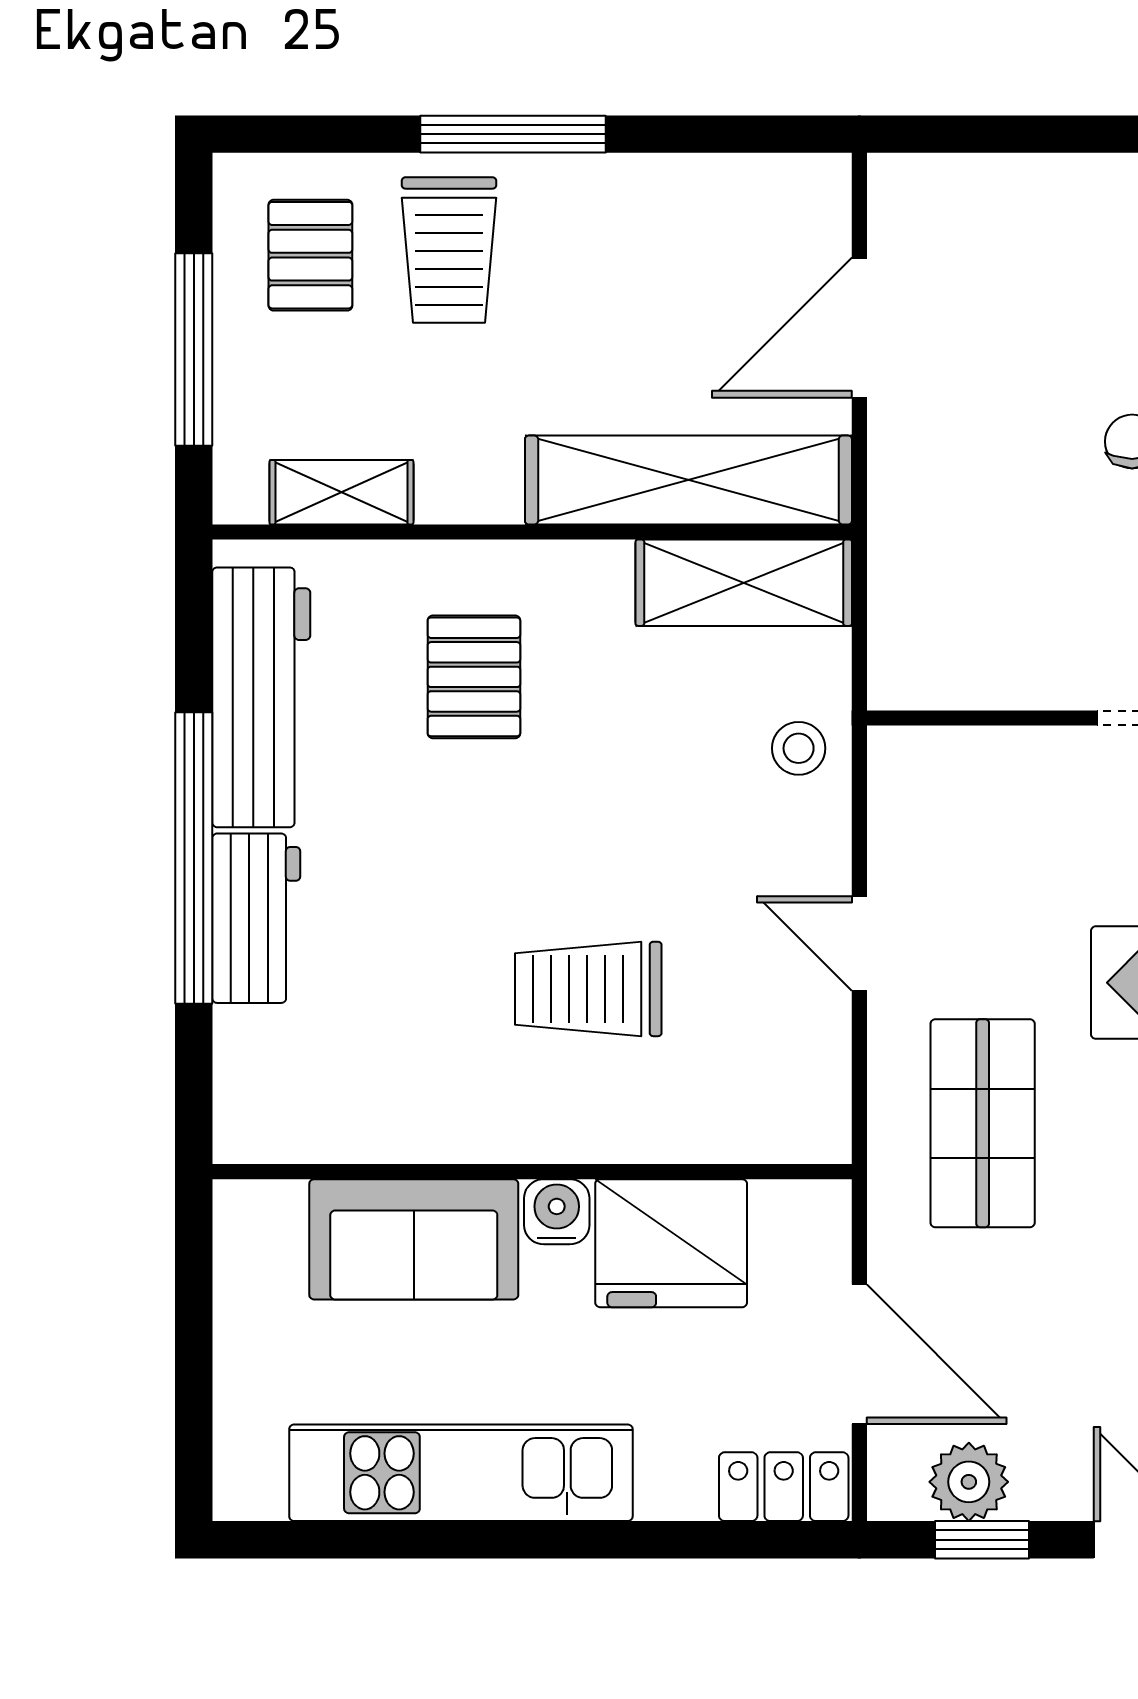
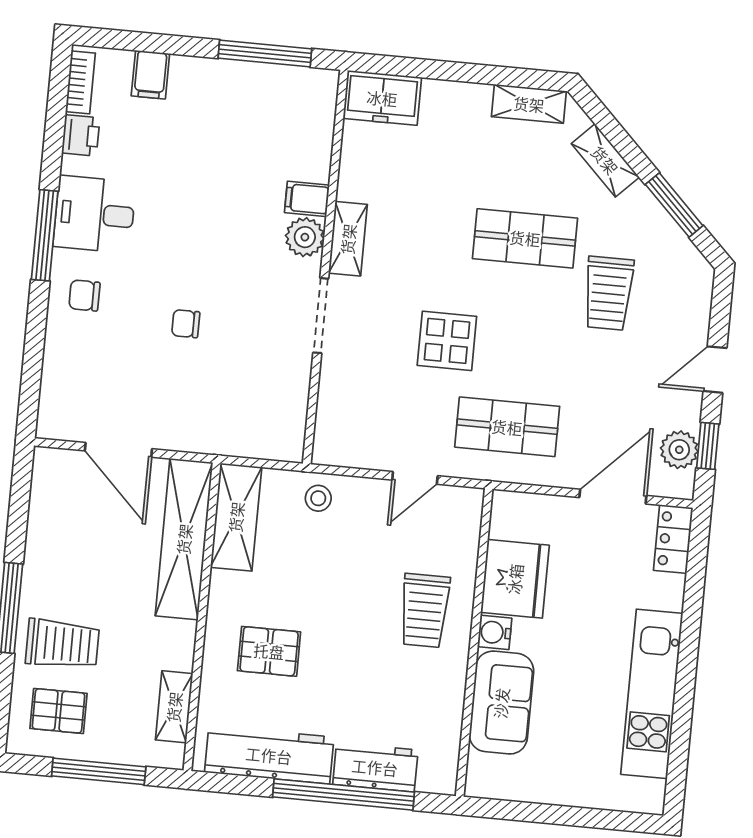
wall: (532, 1172) -> (474, 642), moved
water cooler: (557, 1212) -> (495, 632), moved
sofa: (414, 1239) -> (501, 703), moved
fridge: (671, 1243) -> (515, 579), moved

